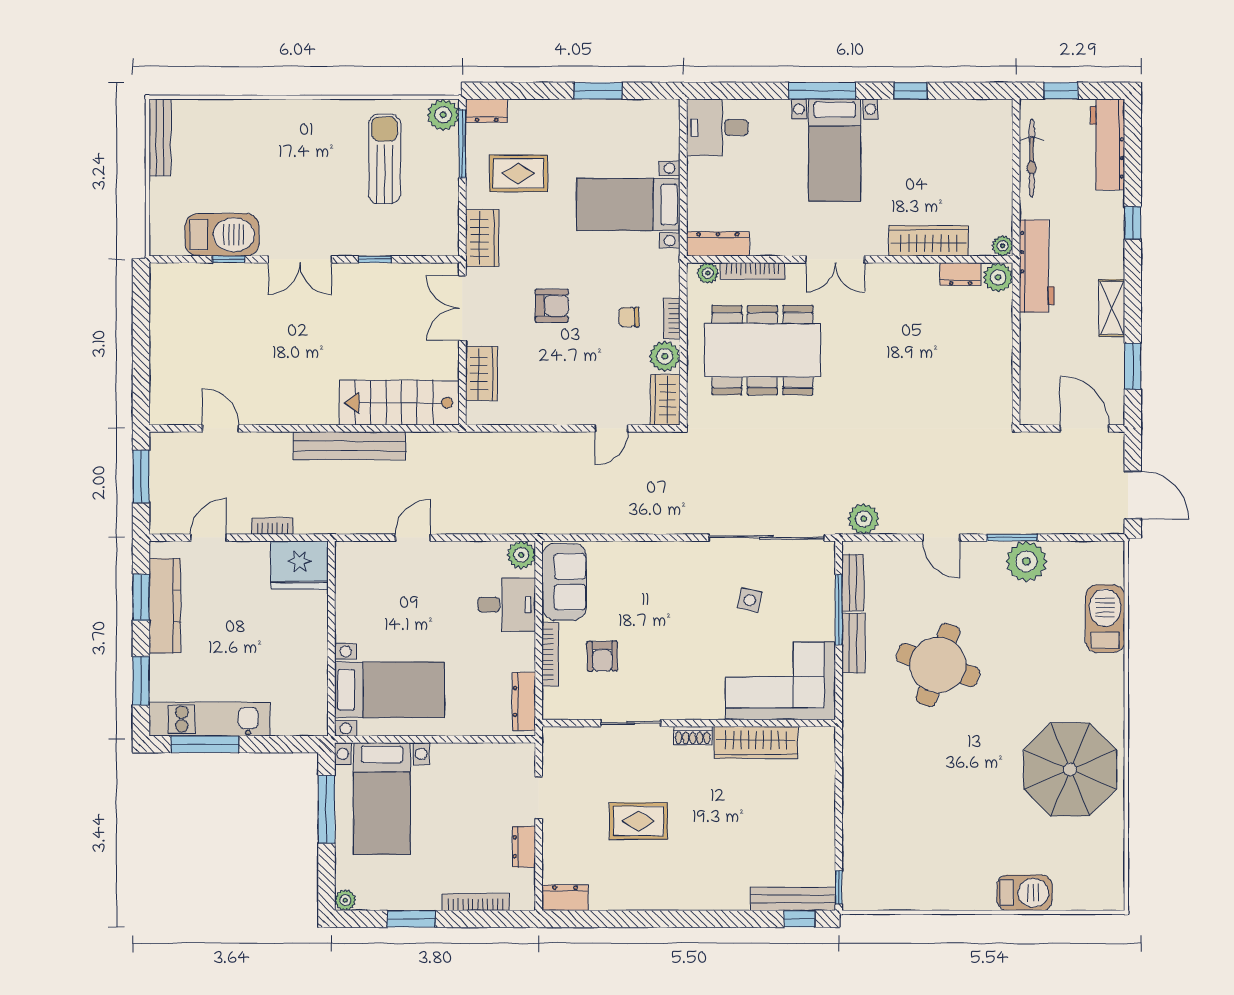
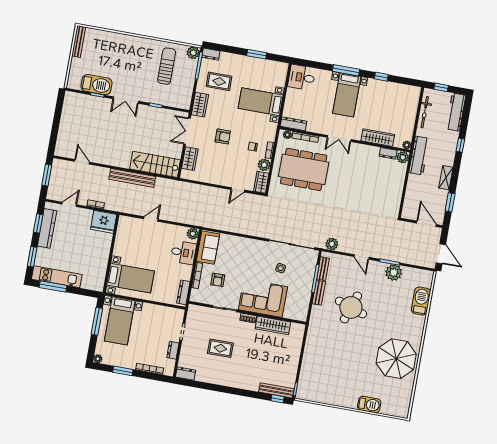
corner sofa: (780, 681) -> (263, 298), moved

